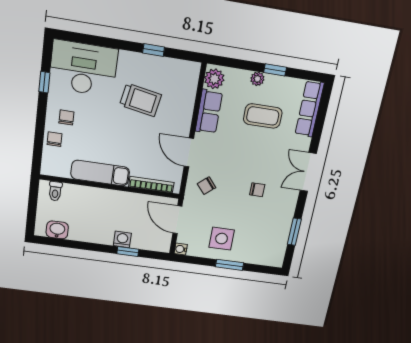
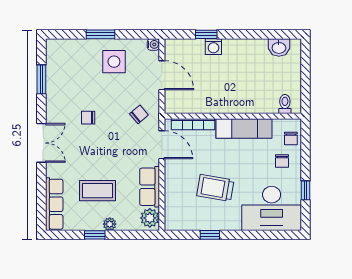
exam couch: (100, 173) -> (244, 129), moved
bookcase: (151, 185) -> (193, 124), moved
wall: (110, 187) -> (233, 116), moved
toilet: (55, 191) -> (285, 104), moved

